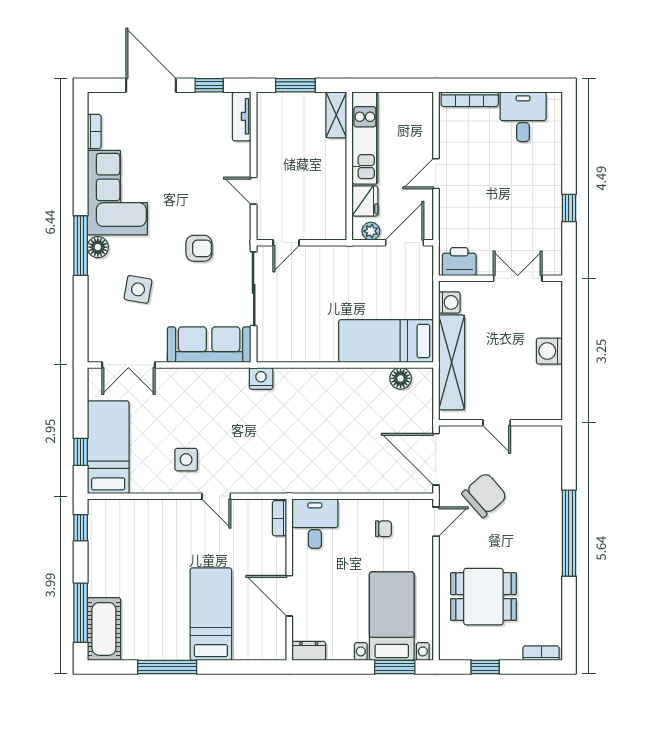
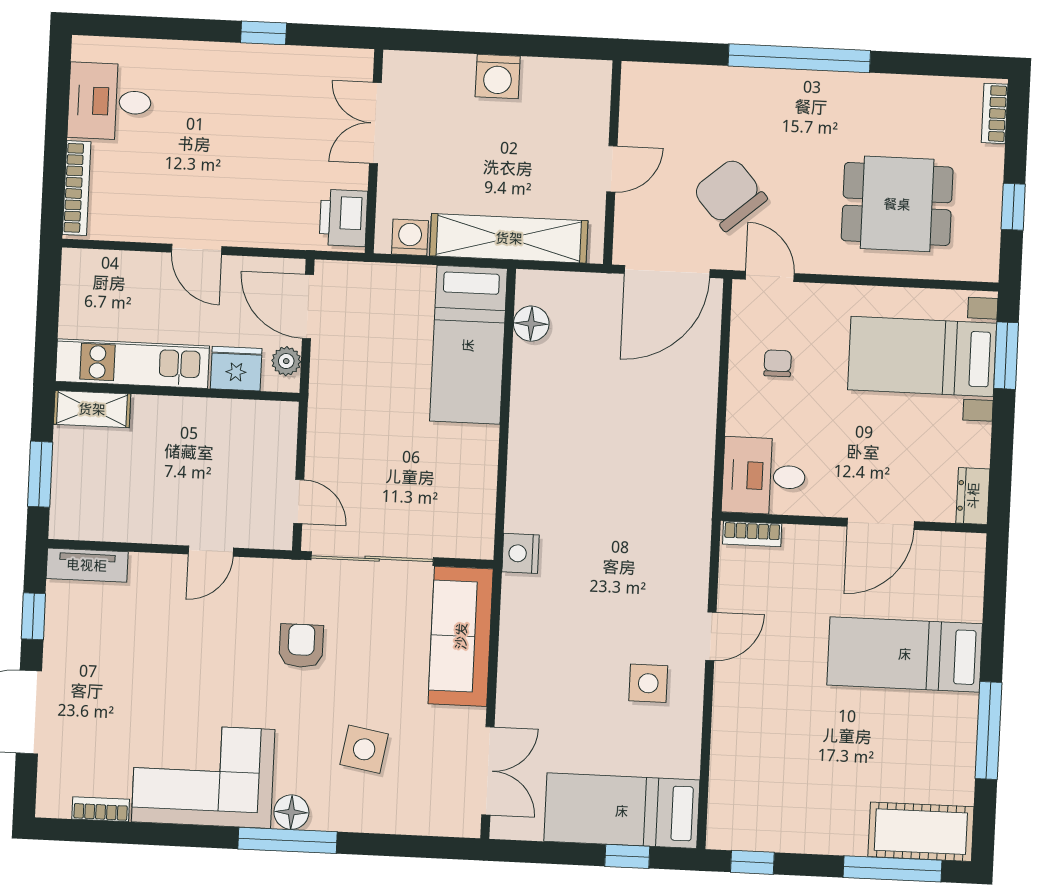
dining table: (483, 597) -> (897, 204), turned 90

